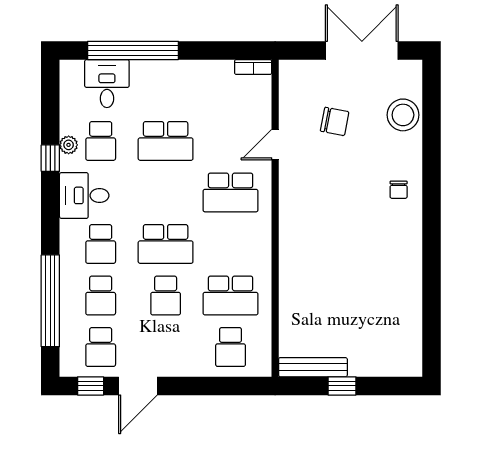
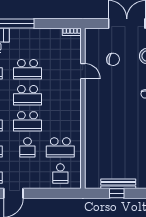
door: (275, 145) -> (83, 71), swing flipped
school desk: (231, 192) -> (27, 95), moved
bench: (313, 367) -> (118, 184), moved

